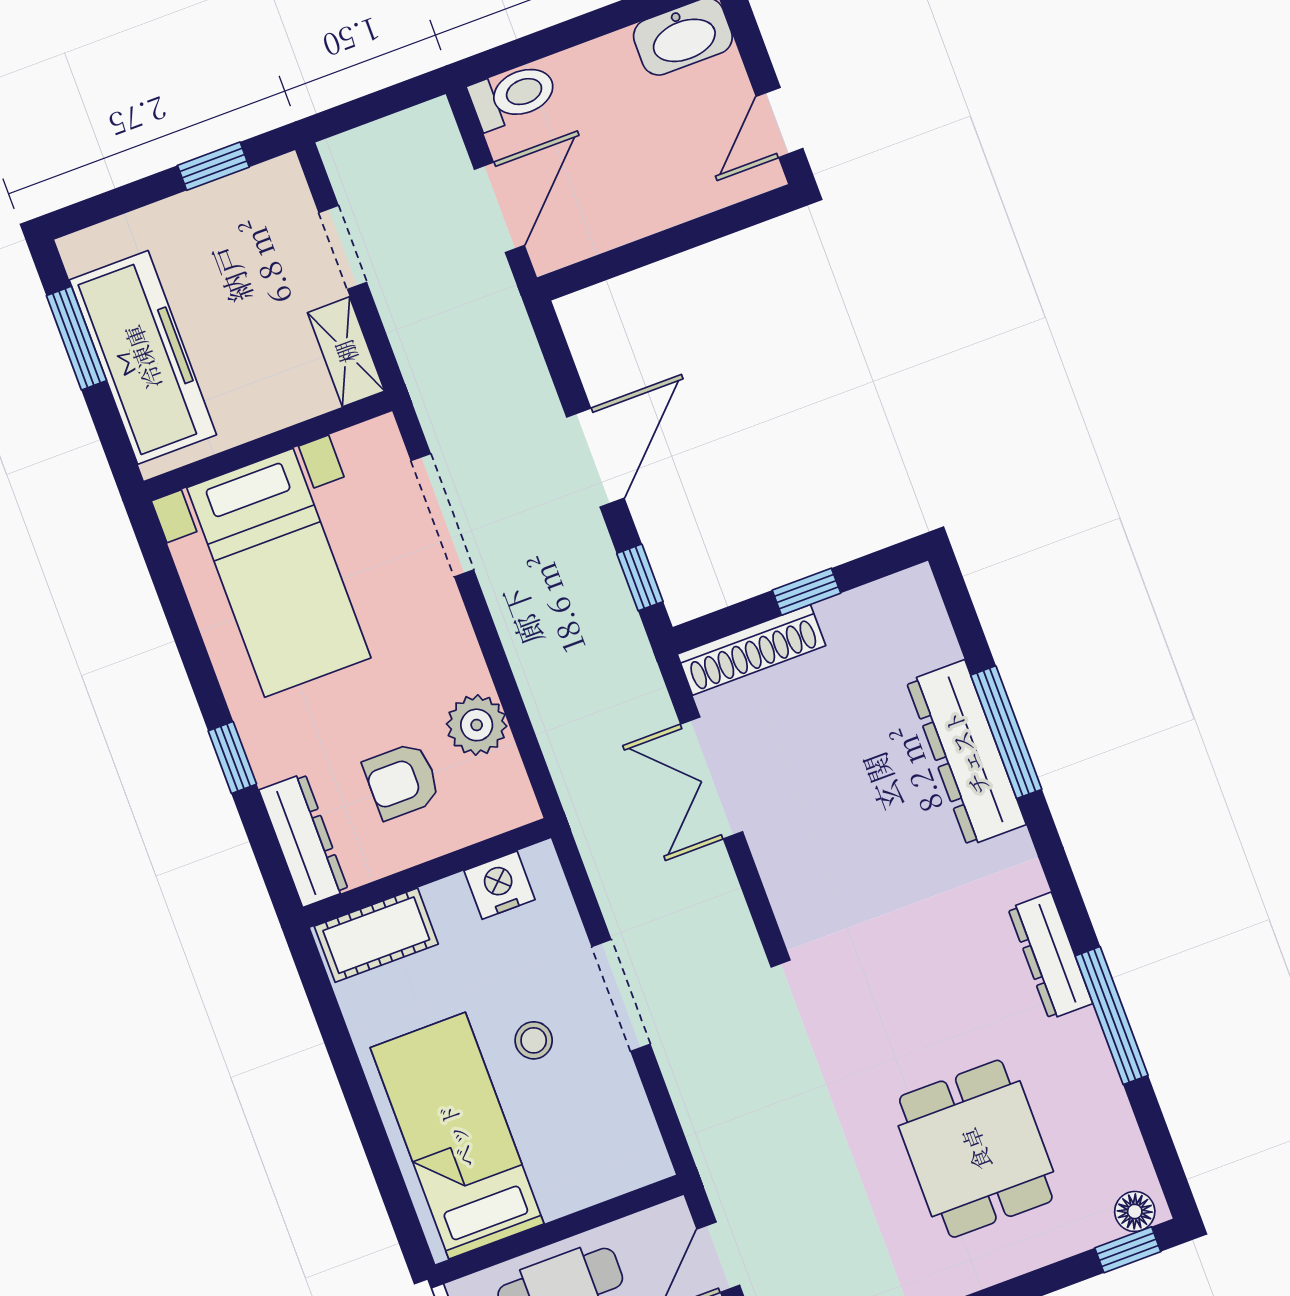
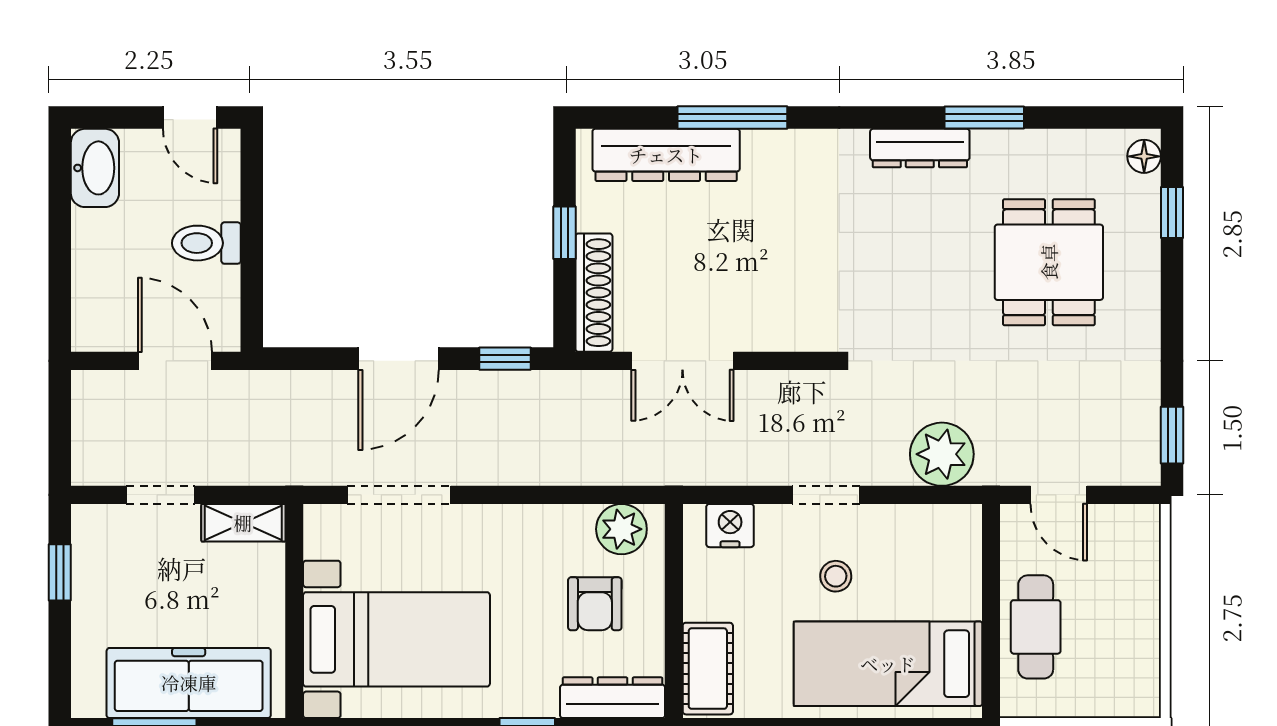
toilet: (513, 96) -> (206, 243), moved, turned -90
door: (595, 458) -> (398, 359), swing flipped
plant: (477, 725) -> (621, 529), moved
dresser: (966, 753) -> (666, 155), moved
nightstand: (500, 885) -> (730, 526), moved, turned 90
doorway: (621, 995) -> (826, 495), width x0.73
window: (1112, 1016) -> (984, 117), width x0.69
plant: (715, 1109) -> (942, 454), added
dining table: (976, 1149) -> (1049, 262), turned 90
window: (1128, 1250) -> (1172, 213), moved

